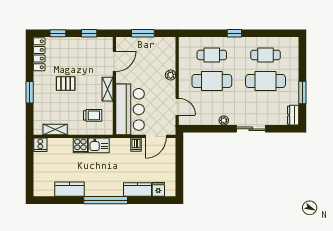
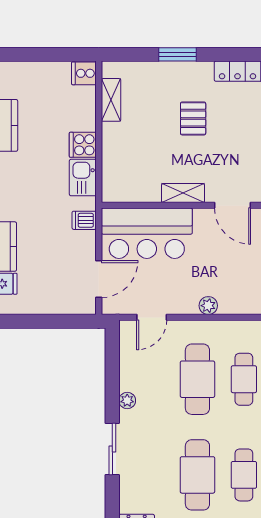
trolley: (93, 115) -> (136, 167), removed
door: (156, 136) -> (99, 279), swing flipped
dishwasher: (136, 145) -> (84, 220), moved

